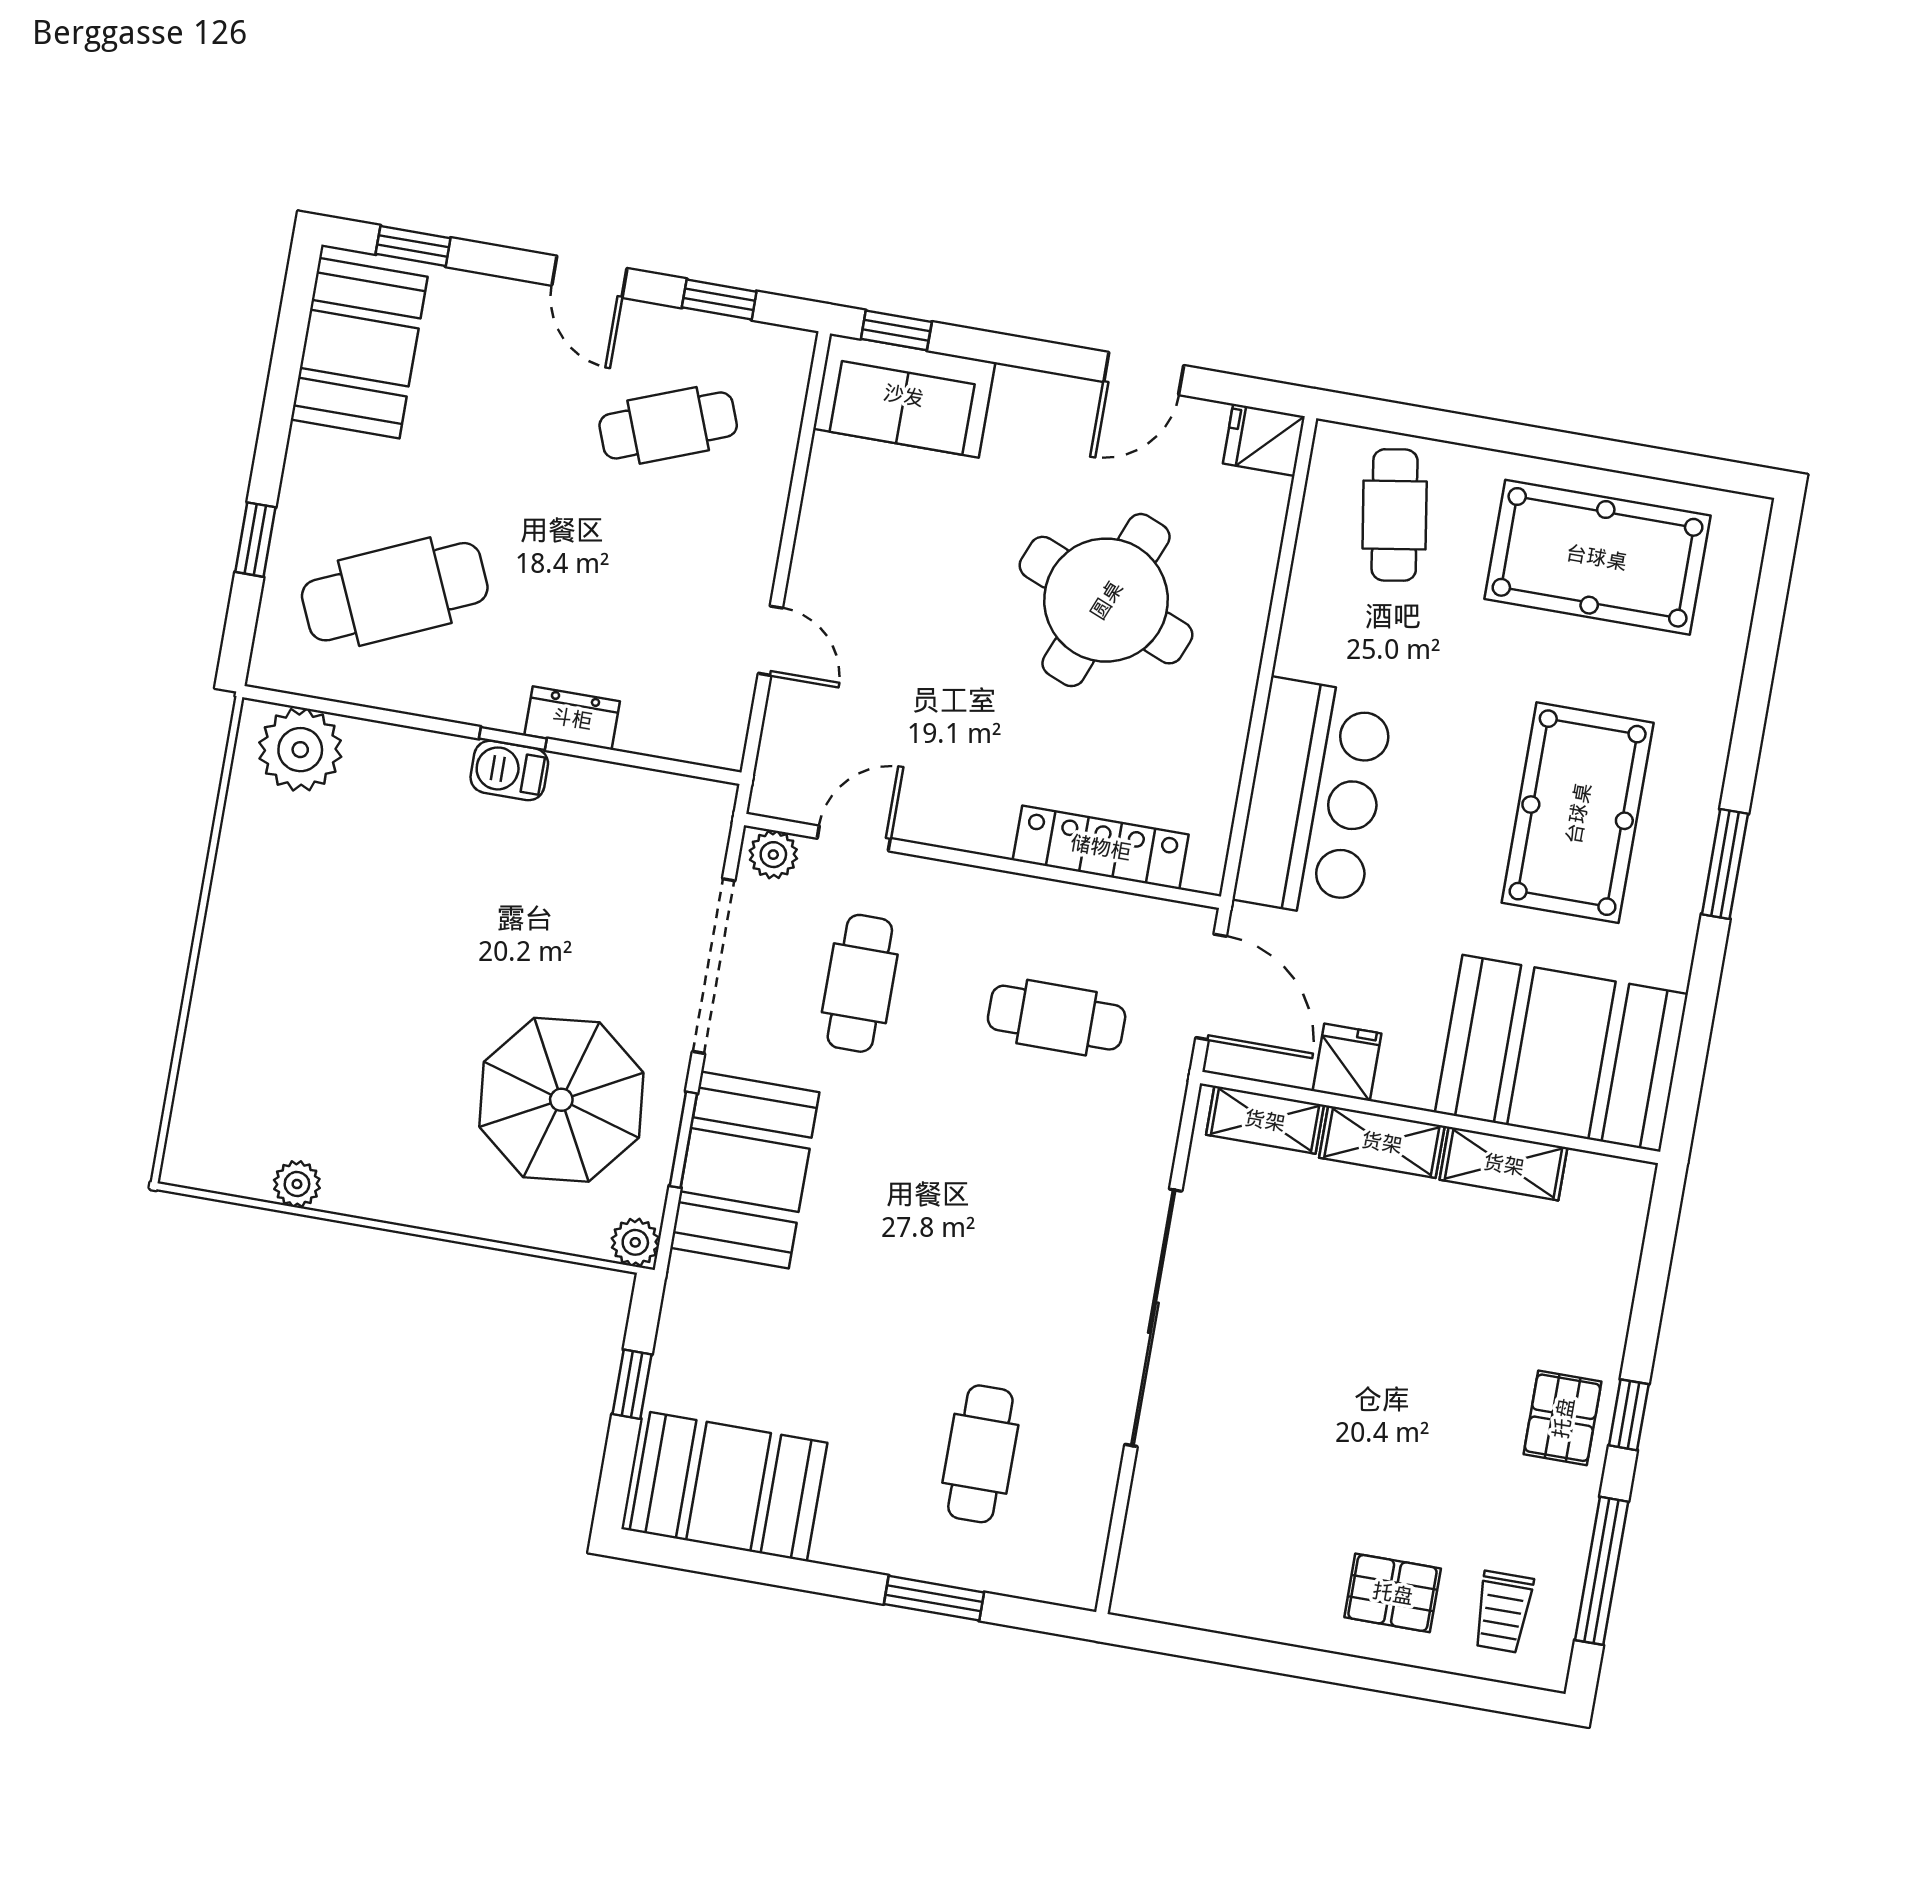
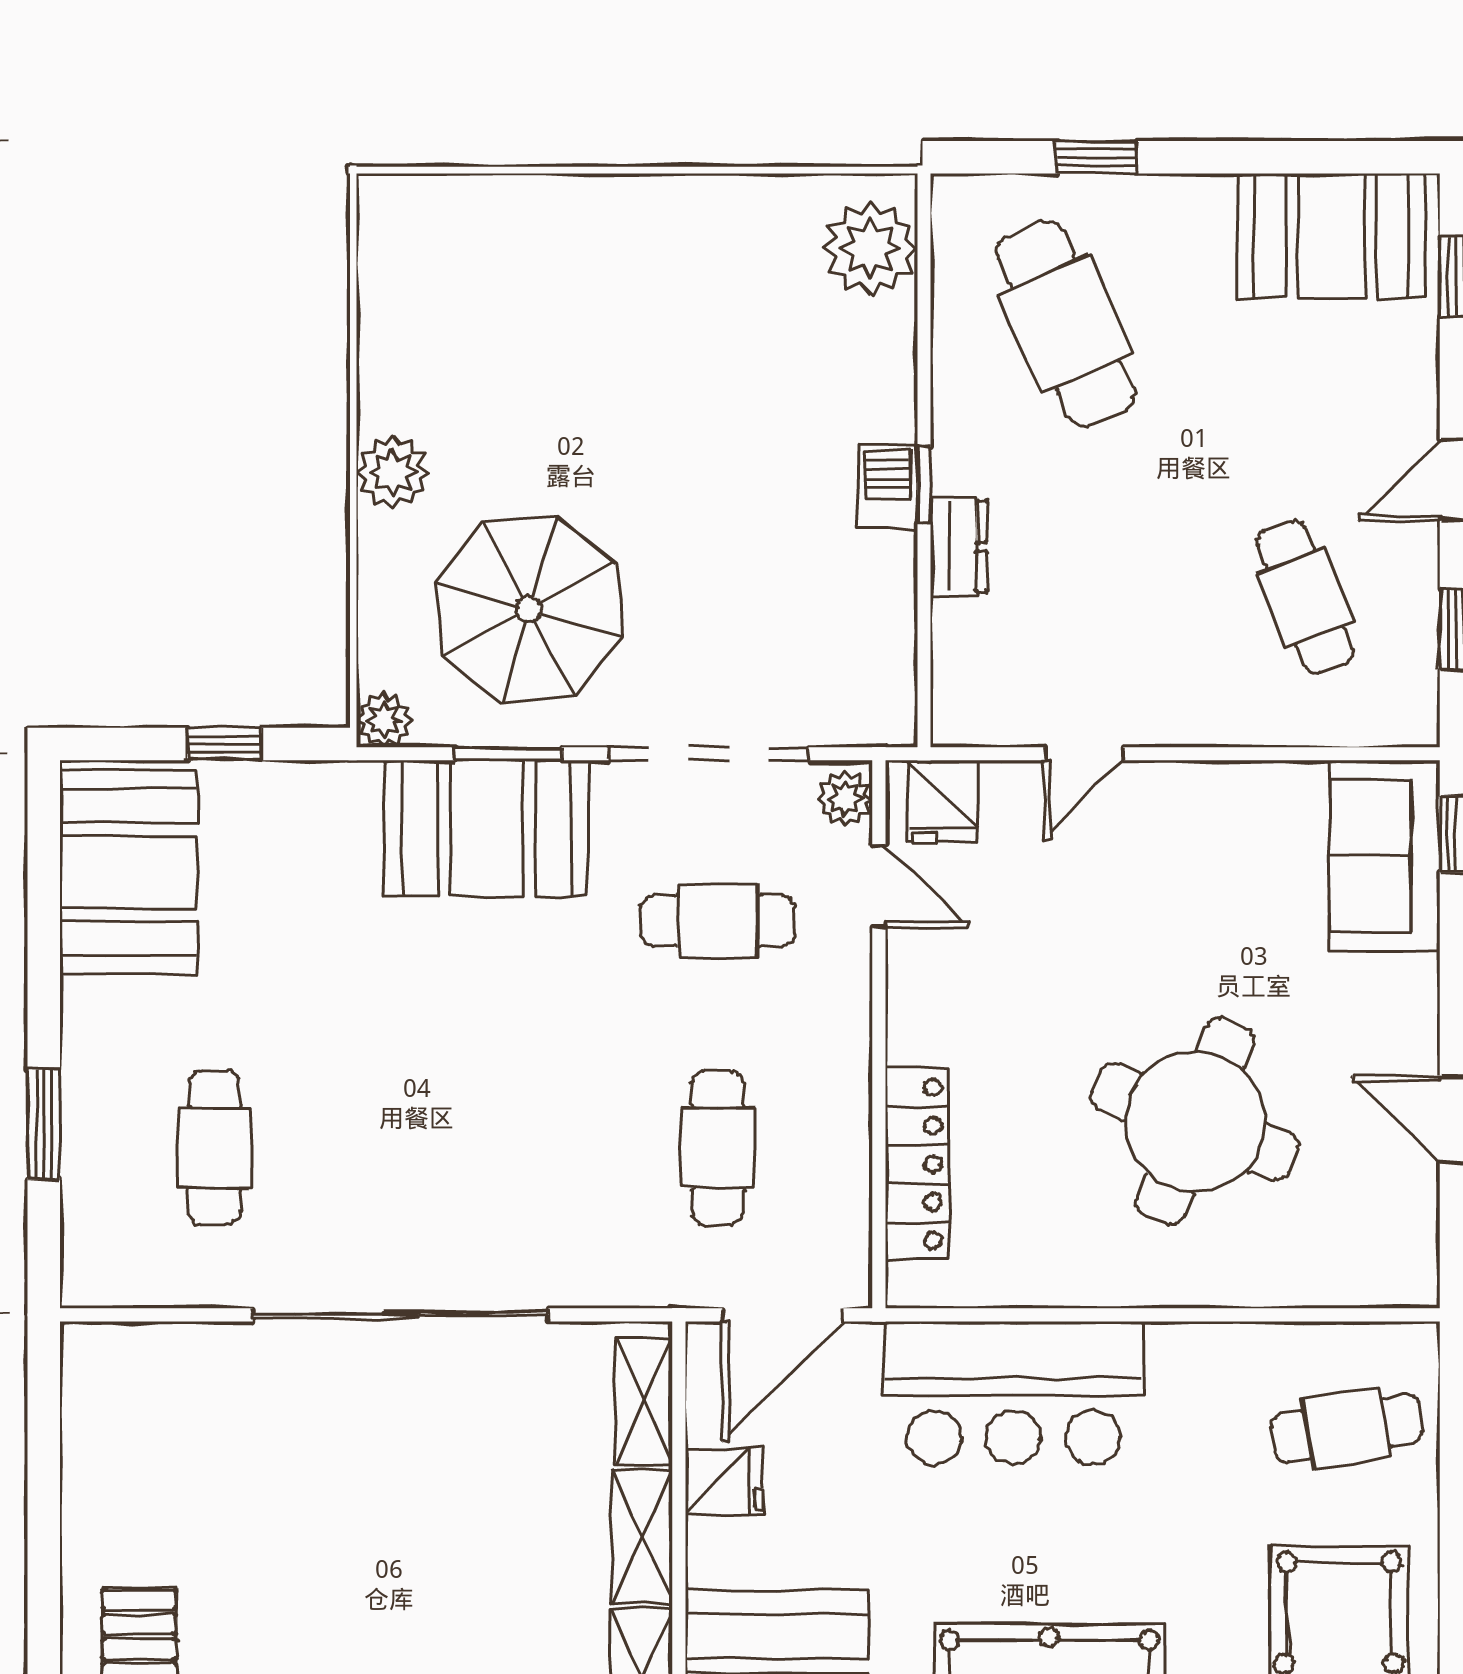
fridge: (1264, 440) -> (943, 802), moved, turned 180
plant: (297, 1184) -> (393, 472), moved, width x1.38, depth x1.38
cafe table: (980, 1454) -> (214, 1148), turned 90

